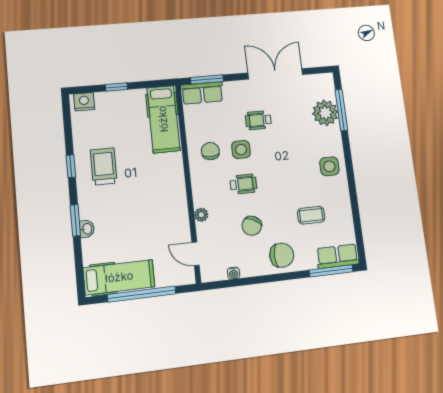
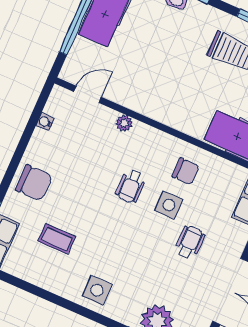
coffee table: (311, 215) -> (57, 239), turned 90
chair: (252, 226) -> (82, 169), removed
chair: (282, 255) -> (34, 183), turned -90

